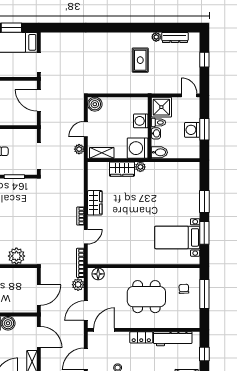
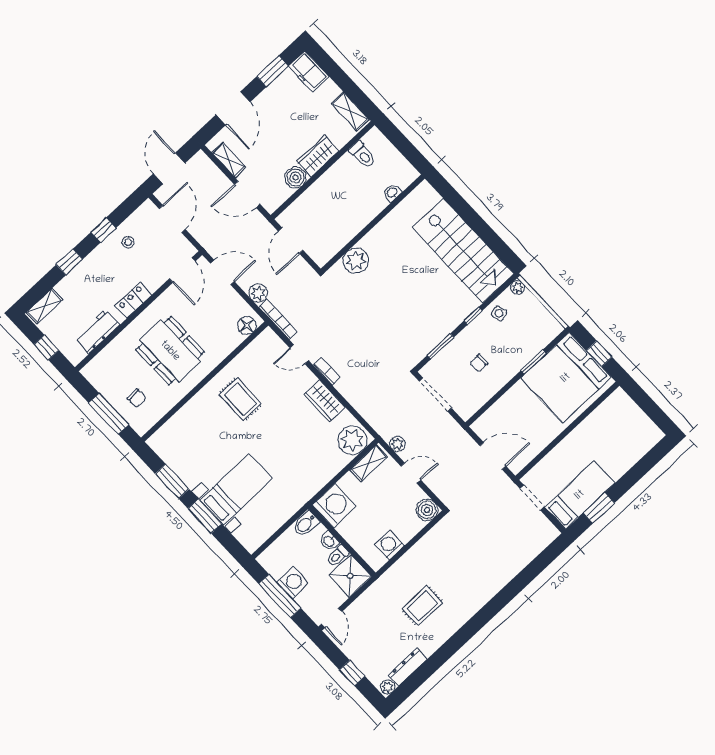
plant: (156, 37) -> (388, 687), moved
rug: (140, 60) -> (422, 606), turned 90
door: (189, 95) -> (332, 618), hinge flipped
washing machine: (141, 121) -> (389, 545), moved, turned -90
door: (86, 129) -> (411, 473), hinge flipped
window: (204, 129) -> (280, 596), width x1.44
plant: (140, 167) -> (352, 440), moved, width x1.87, depth x1.87
wardrobe: (122, 169) -> (330, 466), removed
door: (86, 237) -> (299, 354), hinge flipped
bed with nightstands: (177, 237) -> (236, 489), moved
rug: (135, 242) -> (240, 399), added
dining table: (146, 297) -> (170, 351), turned 90
door: (86, 311) -> (222, 272), hinge flipped
workbench: (173, 339) -> (97, 331), width x0.73

